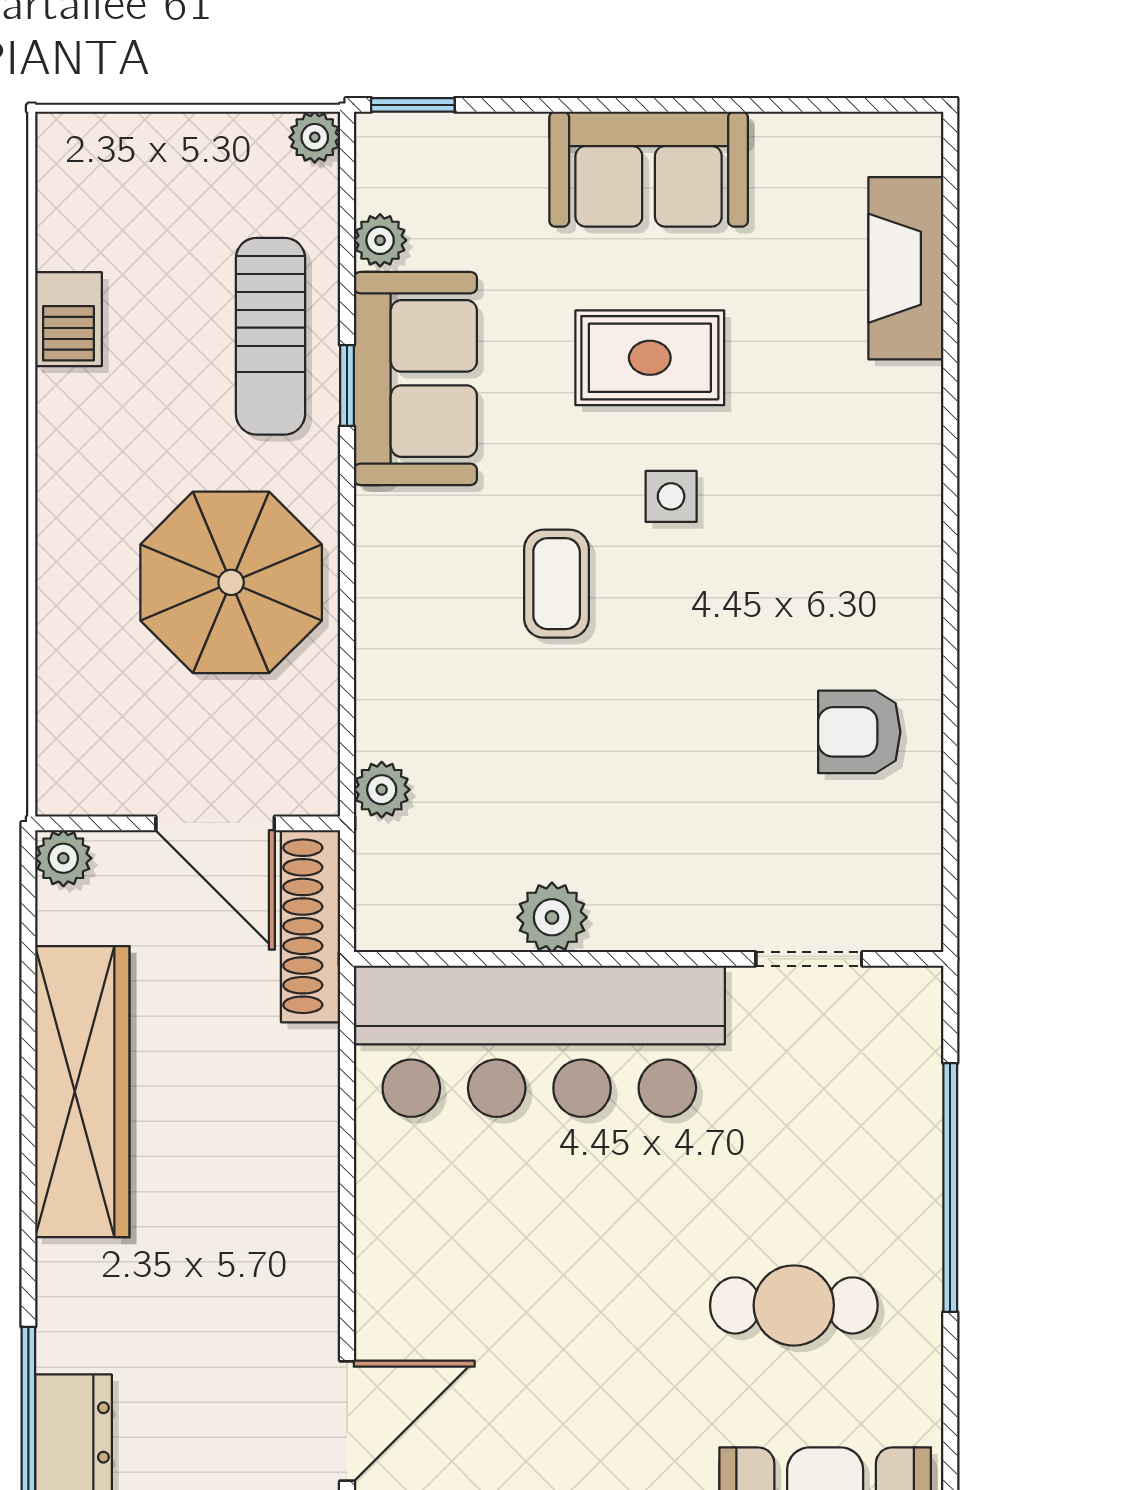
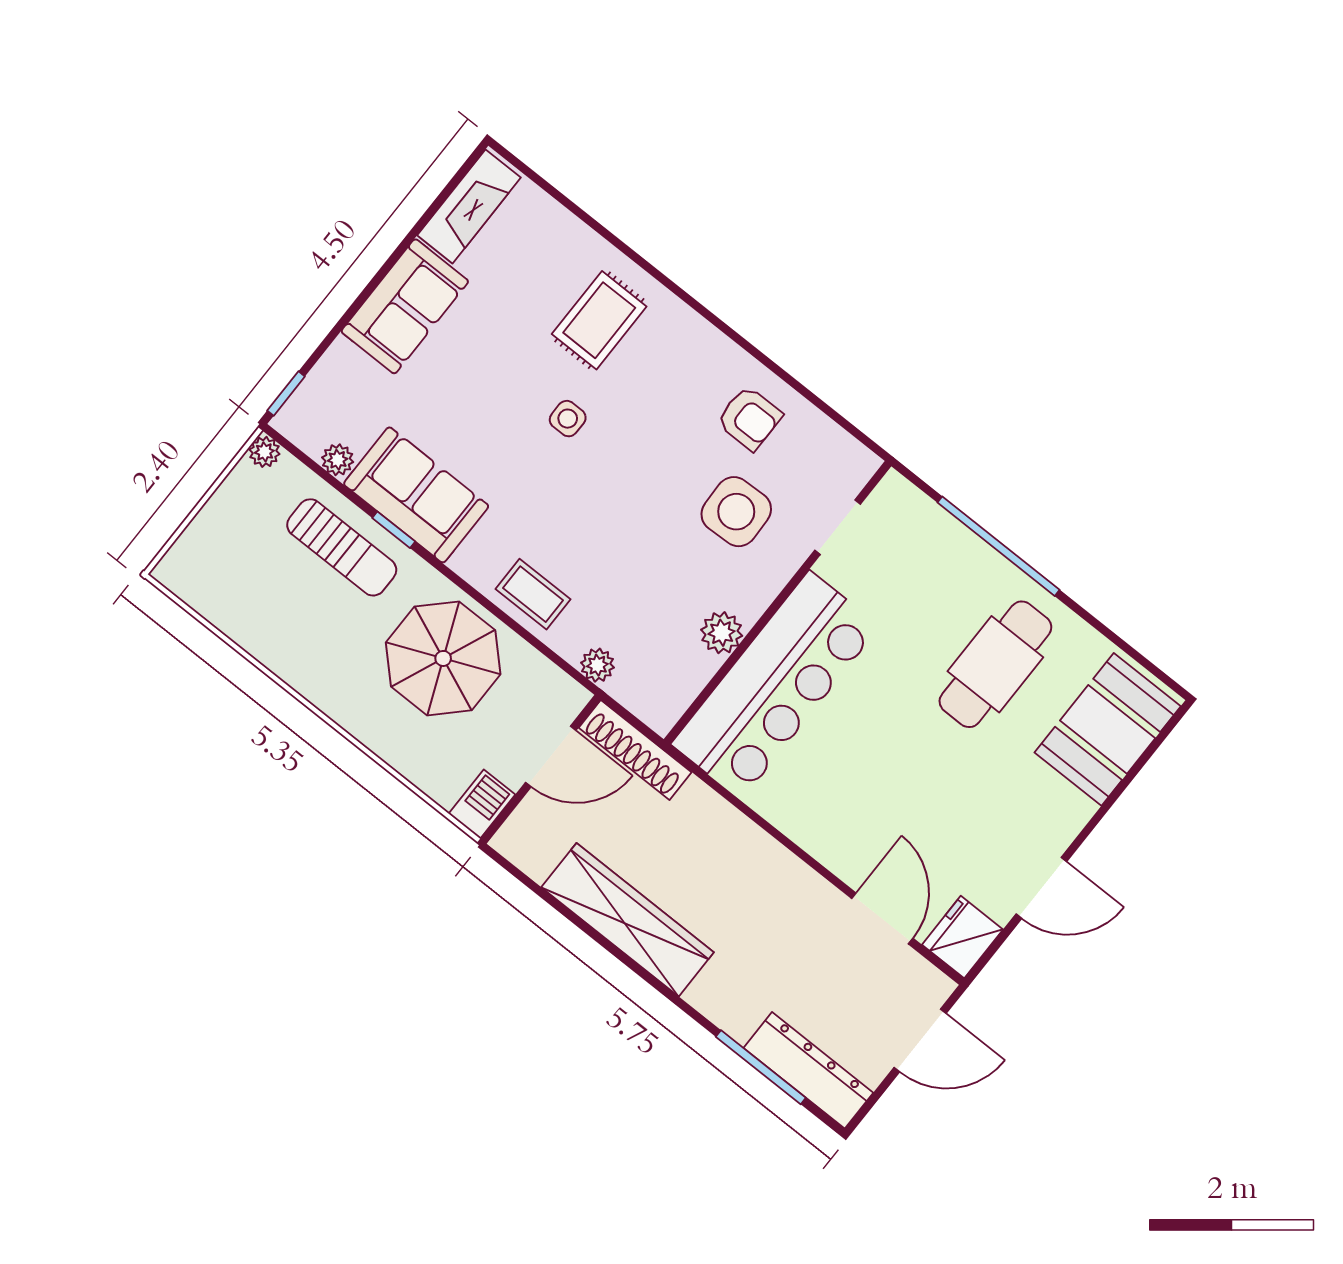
fireplace: (906, 268) -> (469, 206), moved, turned -90
barbecue: (69, 319) -> (482, 804), moved, turned -90
rug: (650, 358) -> (599, 320), moved
coffee table: (557, 584) -> (533, 594), moved
armchair: (859, 732) -> (749, 418), turned -90
side table: (724, 811) -> (736, 512), added
plant: (63, 858) -> (510, 841), removed
cafe table: (794, 1305) -> (995, 664), width x1.37, depth x1.35

